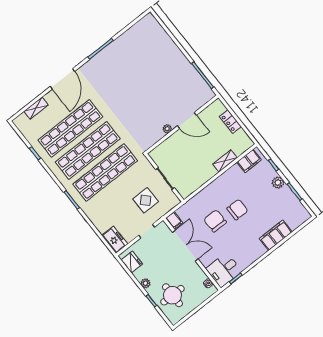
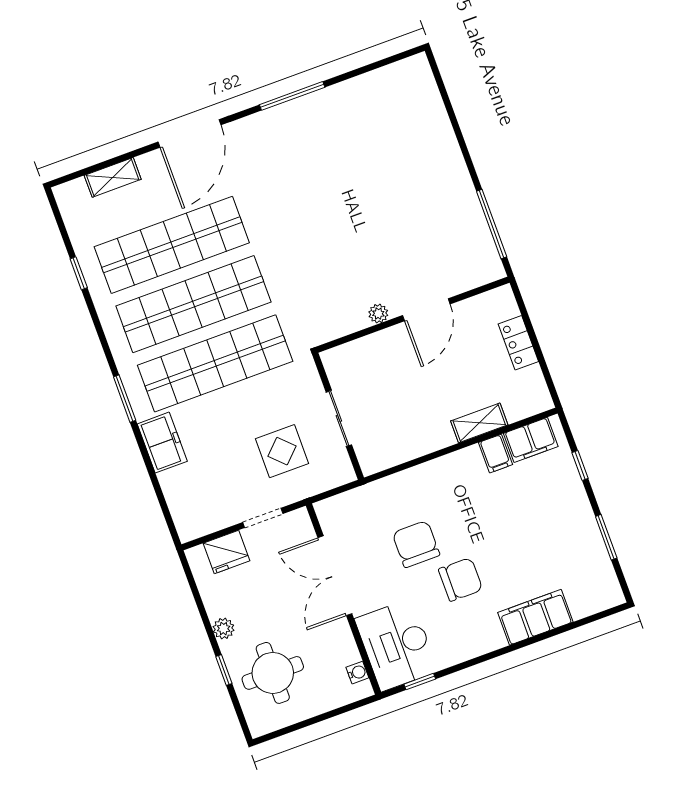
door: (187, 120) -> (426, 310), hinge flipped
plant: (278, 183) -> (577, 506), removed
chair: (237, 210) -> (461, 579), moved
filing cabinet: (174, 221) -> (495, 454), moved
freezer: (115, 240) -> (162, 443), moved
double door: (185, 246) -> (335, 576), swing flipped
fridge: (132, 262) -> (227, 552), moved, turned 90
desk: (224, 270) -> (396, 645), width x1.37

